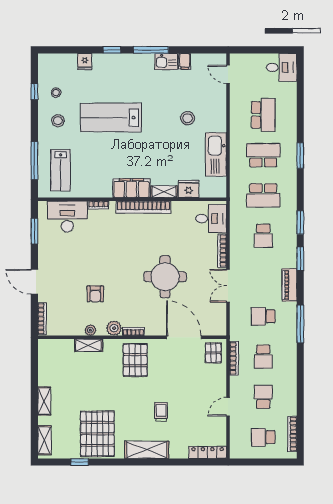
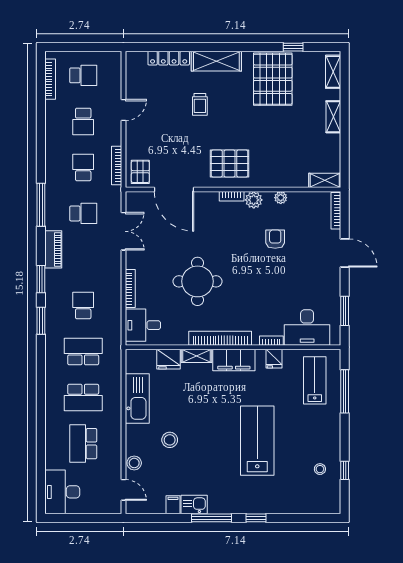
fridge: (85, 62) -> (274, 359), moved, turned 180
desk: (282, 67) -> (62, 492), width x1.37
lab bench: (111, 118) -> (257, 441), turned -90
stool: (58, 121) -> (134, 463), moved
window: (300, 155) -> (41, 397), removed
round table: (165, 277) -> (198, 281), moved
double door: (228, 286) -> (123, 231), moved
shelving: (89, 345) -> (325, 180), moved
pallet: (135, 360) -> (229, 164), turned 90
locker: (208, 452) -> (169, 58), moved

